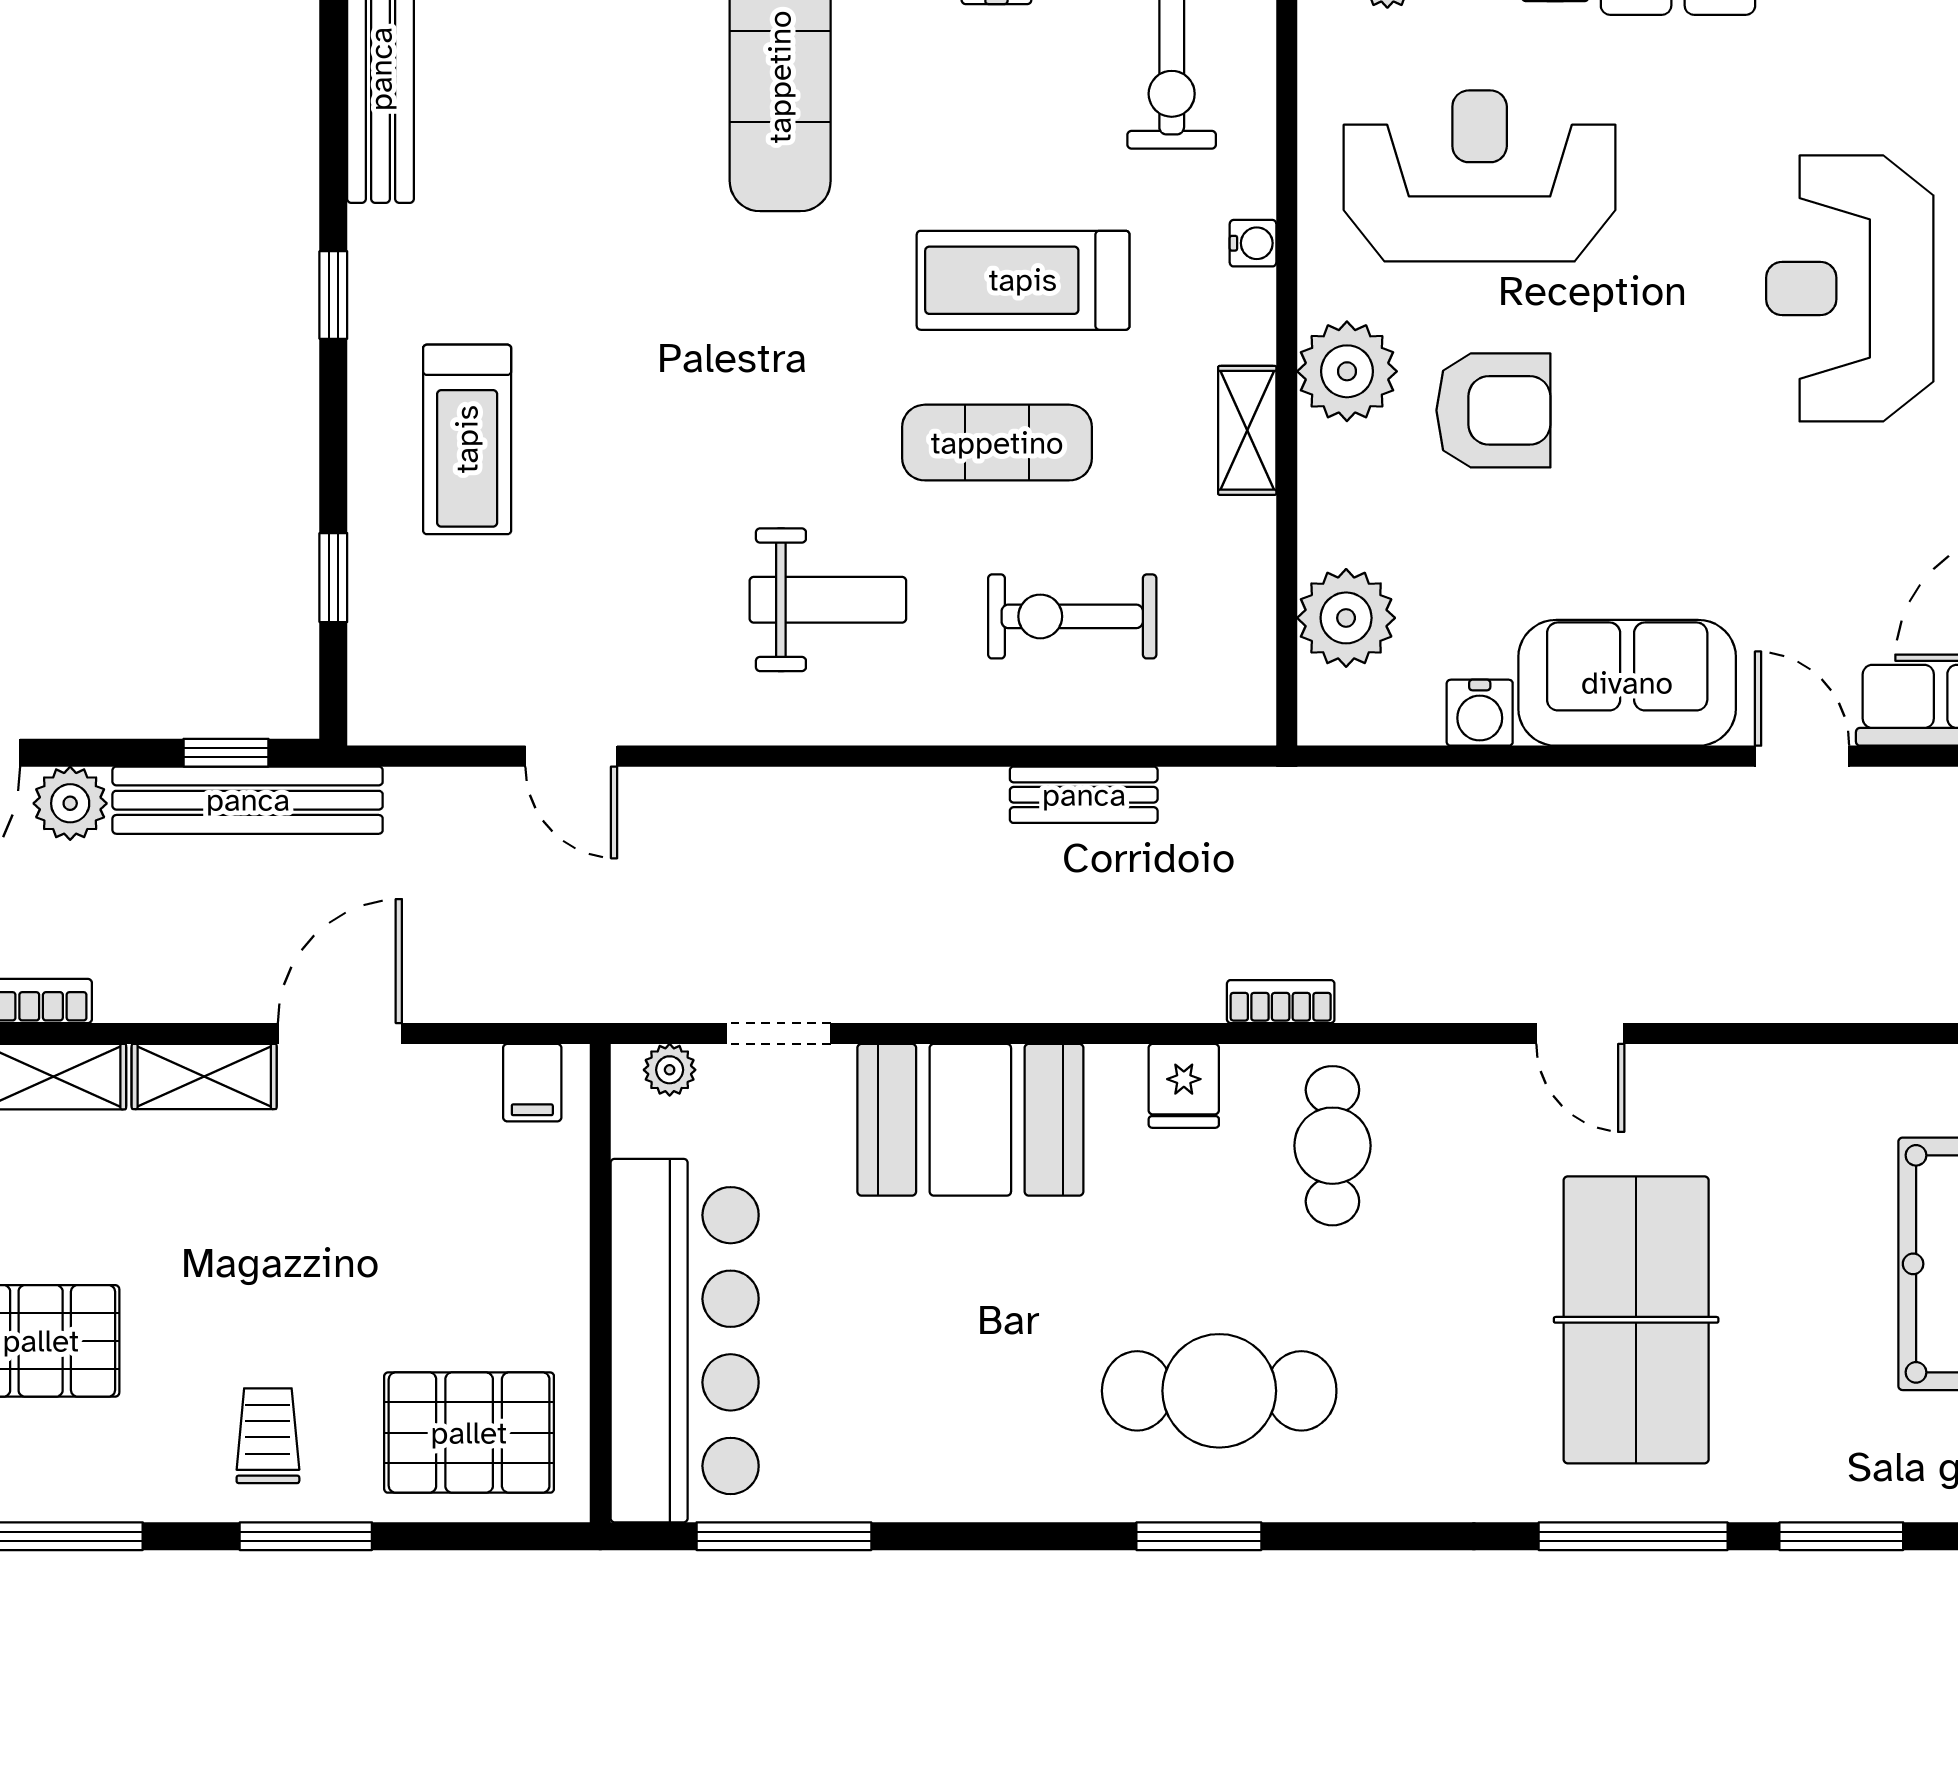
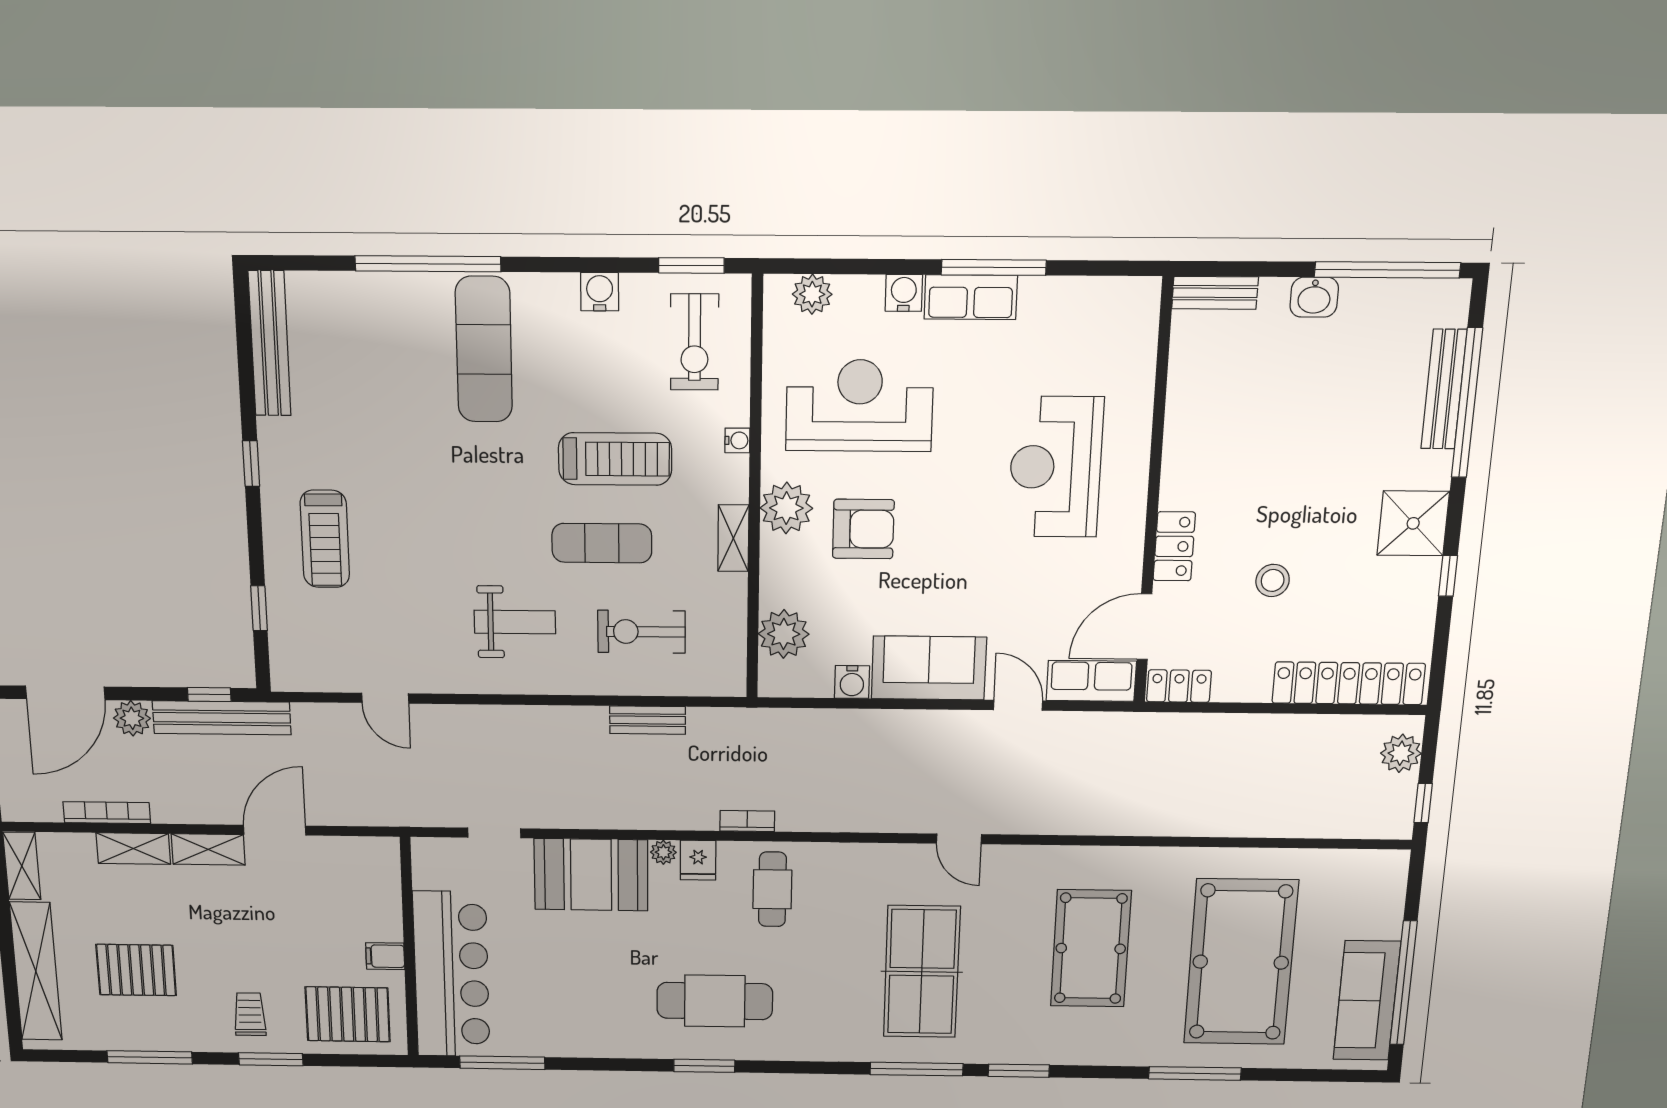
treadmill: (1023, 280) -> (615, 459), turned 180
door: (1580, 1033) -> (959, 839), moved
plant: (670, 1070) -> (663, 852), moved
filing cabinet: (532, 1083) -> (385, 956), moved, turned 90

